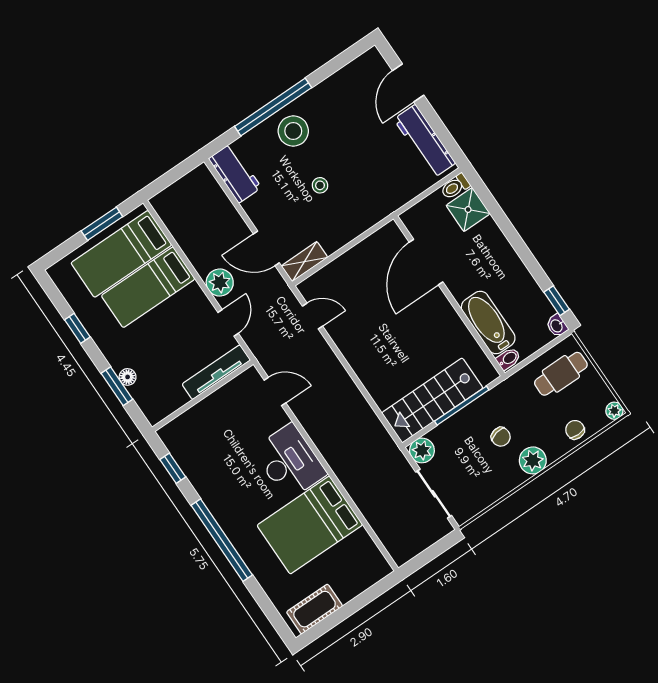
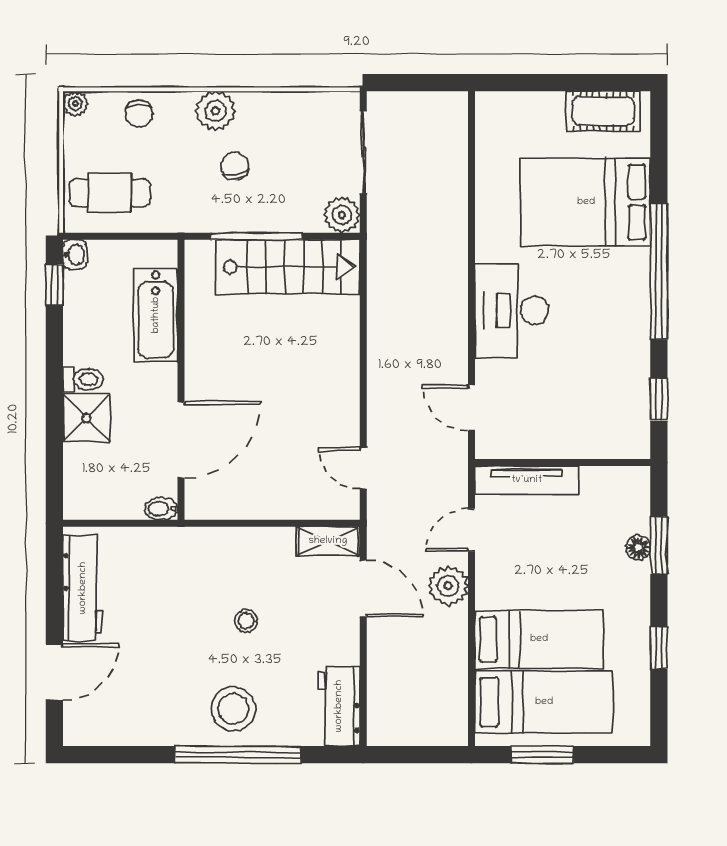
toilet: (455, 186) -> (83, 379), moved
shower: (468, 210) -> (86, 418), moved
bidet: (508, 359) -> (161, 509), moved
bed: (310, 525) -> (586, 202), moved, turned 180

